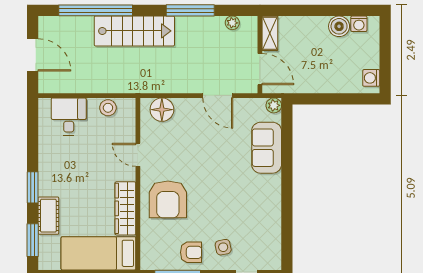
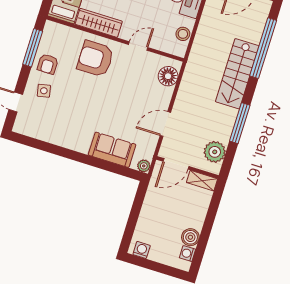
plant: (232, 23) -> (215, 152), width x1.88, depth x1.88

